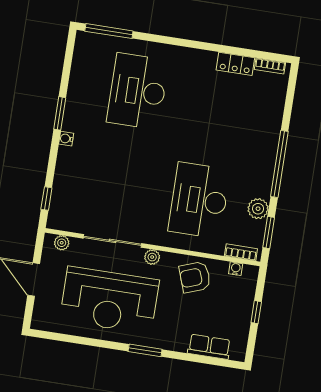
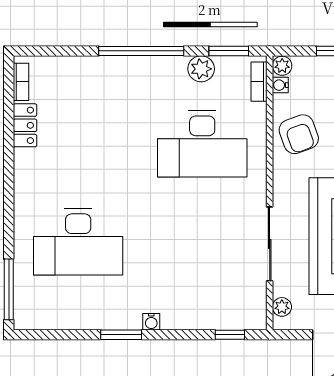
plant: (152, 257) -> (282, 66), moved

